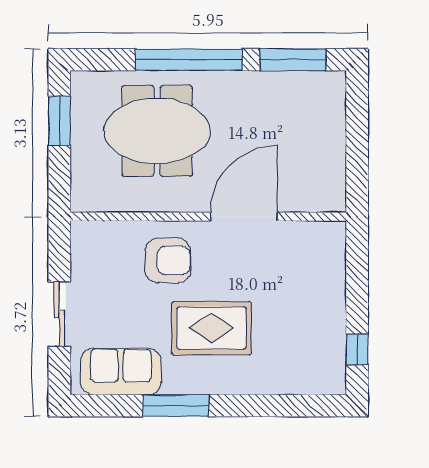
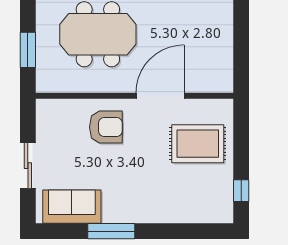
window: (59, 121) -> (28, 50), moved
rug: (211, 328) -> (198, 144), moved

